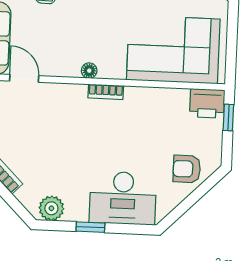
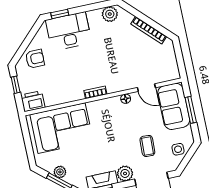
floor lamp: (89, 71) -> (126, 99), moved
window: (228, 117) -> (16, 85), moved
window: (90, 227) -> (60, 14), moved

